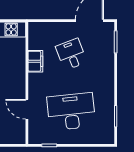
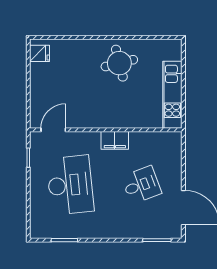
filing cabinet: (35, 61) -> (115, 140), moved
door: (27, 109) -> (53, 130), moved

